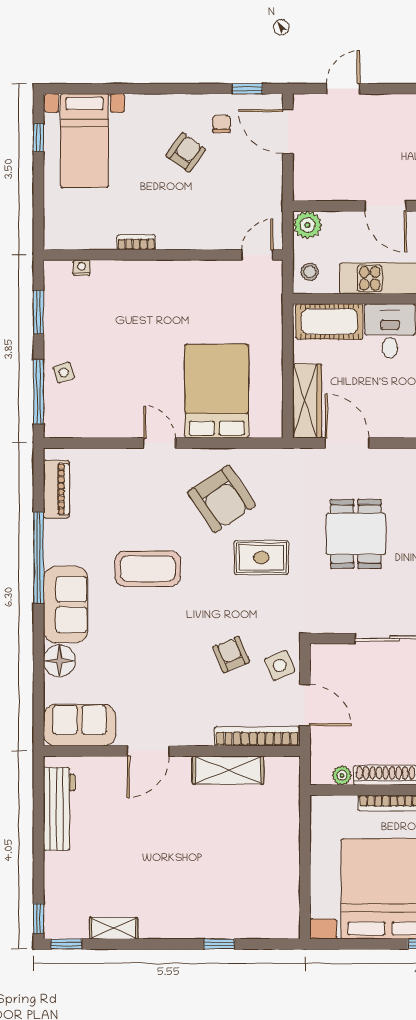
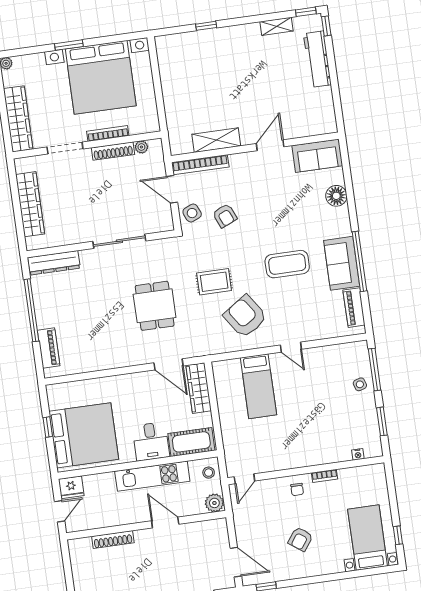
chair: (221, 124) -> (297, 489), moved
bed: (217, 391) -> (258, 386), width x0.67
sofa: (66, 605) -> (342, 263), moved
workbench: (59, 809) -> (317, 59), moved

